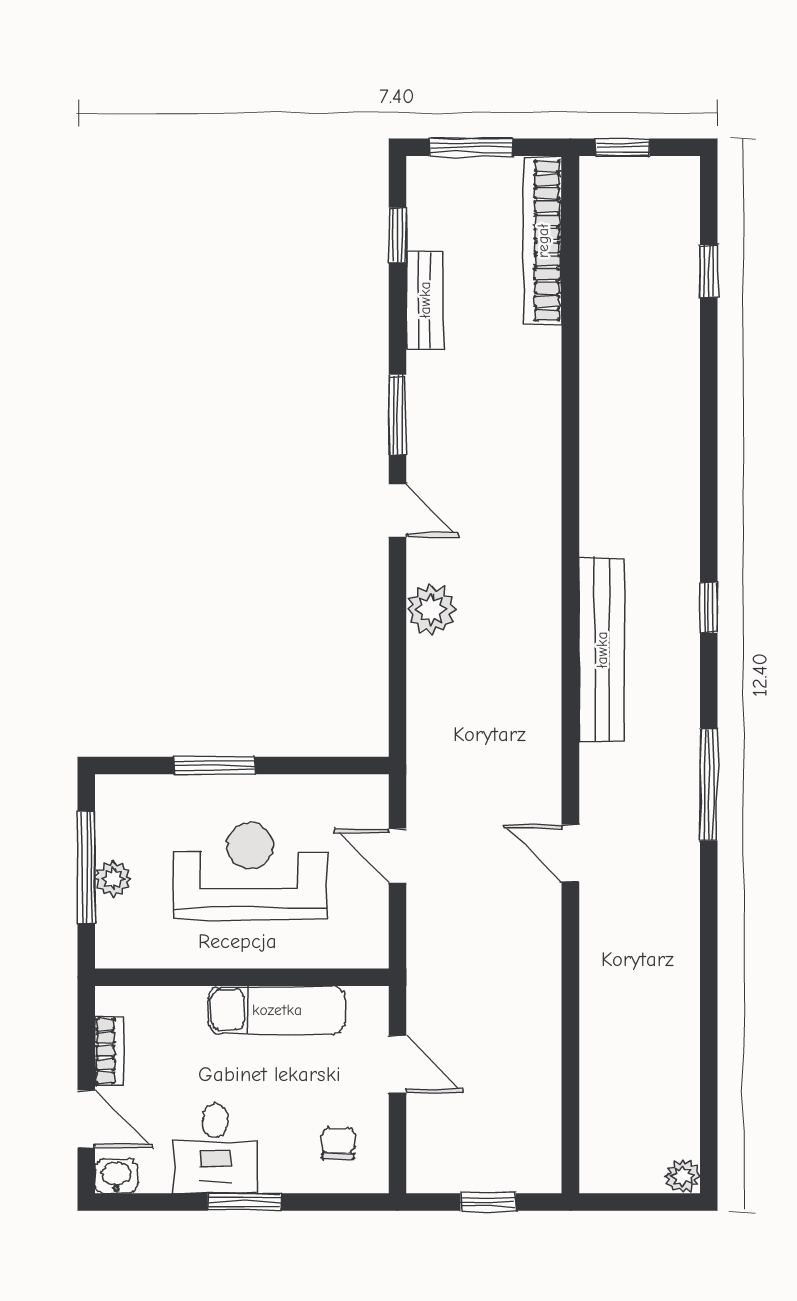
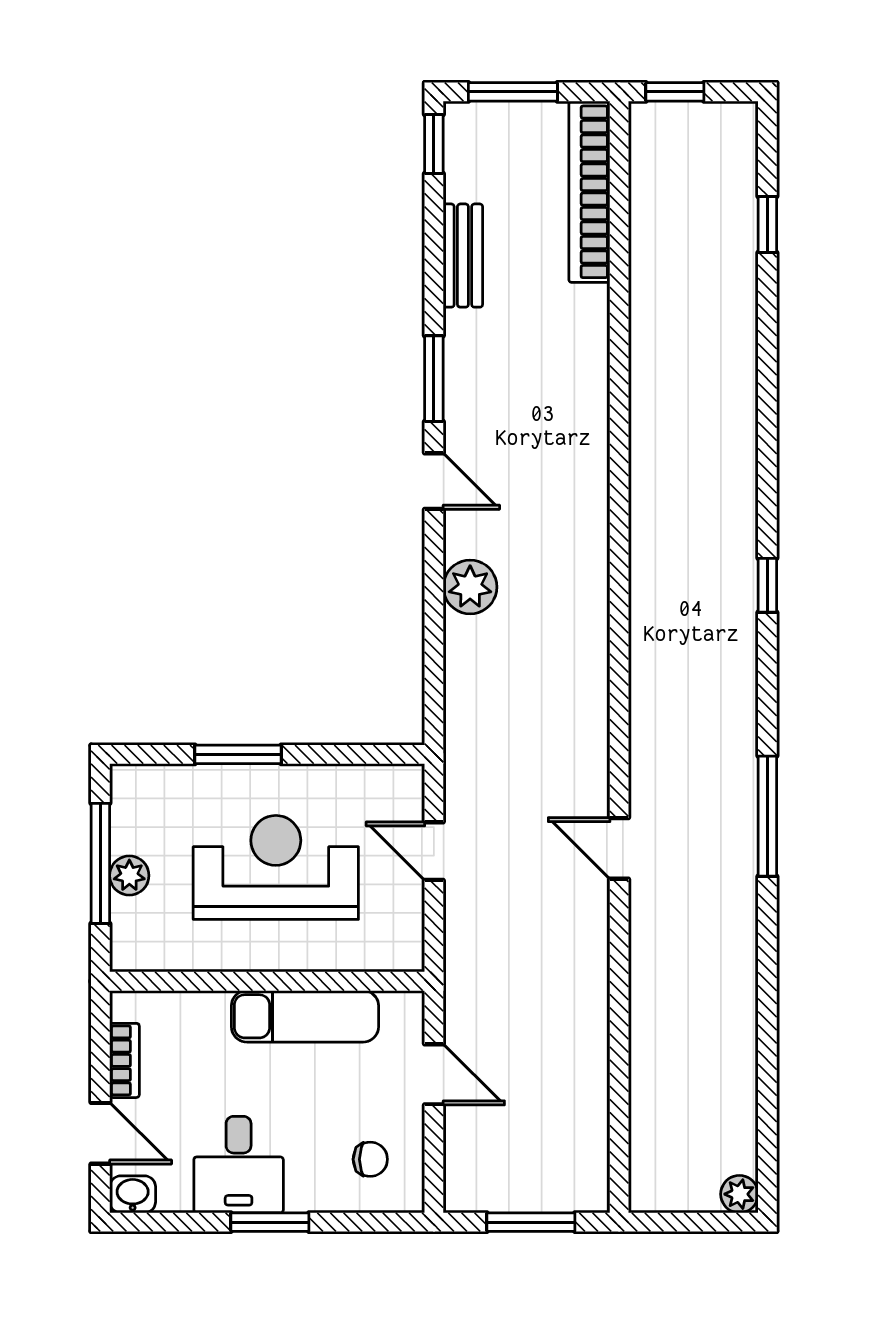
window: (397, 235) -> (434, 144), moved
bench: (602, 650) -> (653, 630), removed
window: (709, 784) -> (767, 816), moved
chair: (338, 1143) -> (370, 1159), turned 90
window: (488, 1202) -> (531, 1222), width x1.50

